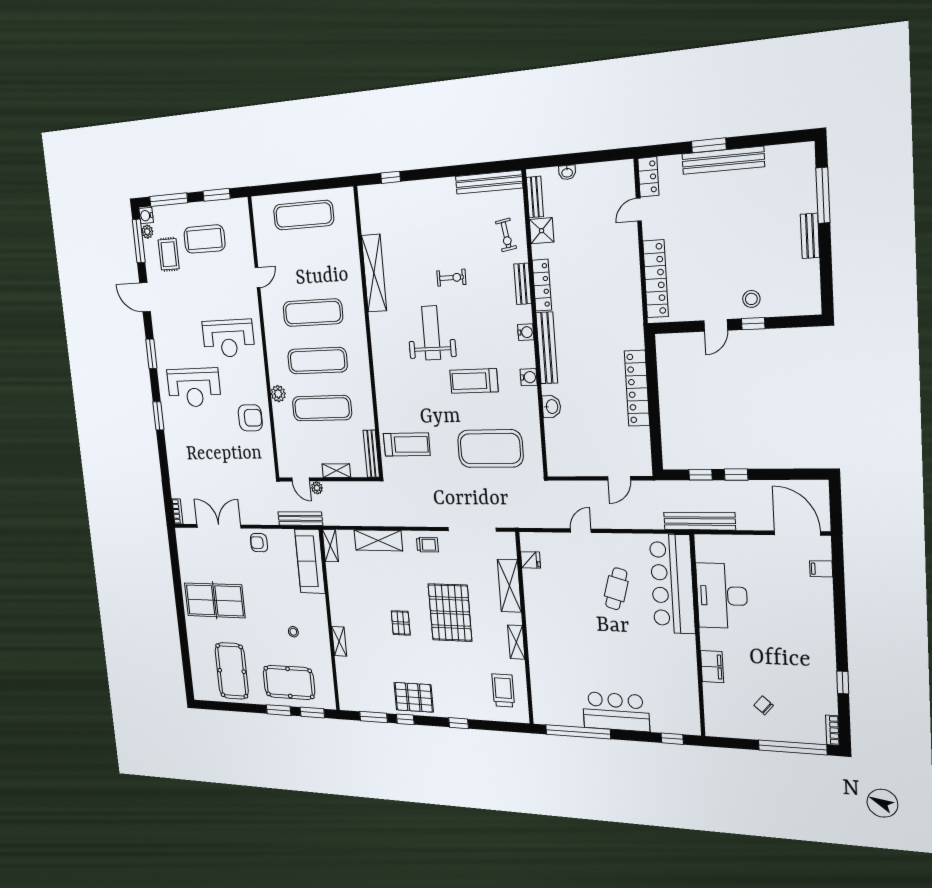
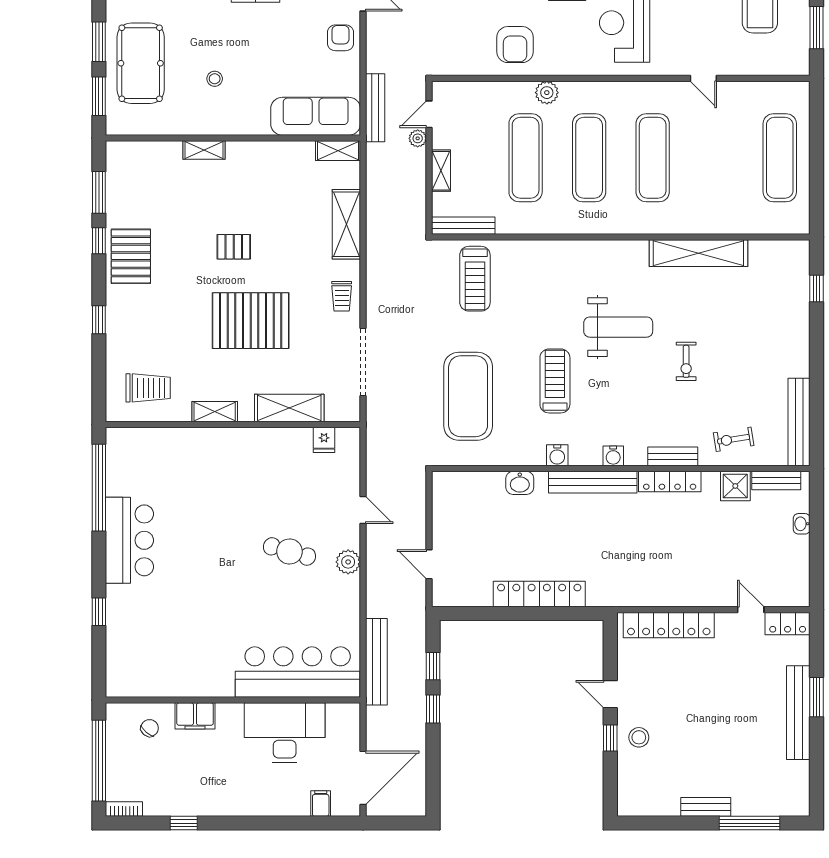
plant: (621, 543) -> (348, 562), added
bar counter: (672, 584) -> (298, 672), moved
desk: (722, 596) -> (285, 733), moved
wall: (698, 636) -> (233, 700), moved
filing cabinet: (712, 667) -> (195, 716), moved

